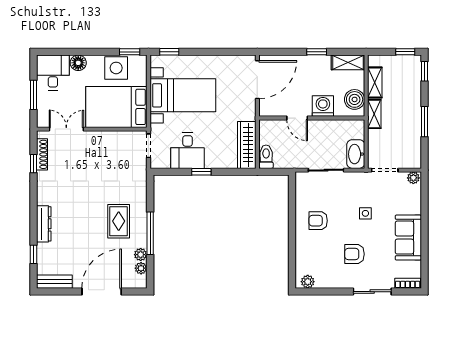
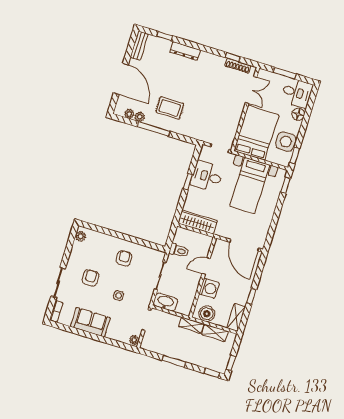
toilet: (266, 157) -> (179, 251), moved

